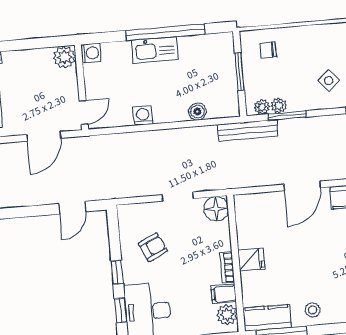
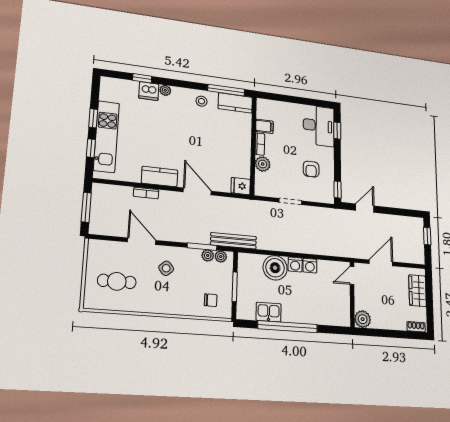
kitchen sink: (155, 50) -> (269, 312), moved, width x0.73
washing machine: (91, 53) -> (295, 264), moved, turned -90
boiler: (197, 112) -> (275, 268), width x1.86, depth x1.86
door: (302, 186) -> (197, 191), hinge flipped
floor lamp: (216, 209) -> (263, 187), removed
armchair: (153, 247) -> (311, 169), turned -64
fridge: (251, 260) -> (241, 186), moved
window: (117, 272) -> (338, 190), moved
plant: (227, 315) -> (263, 164), moved

